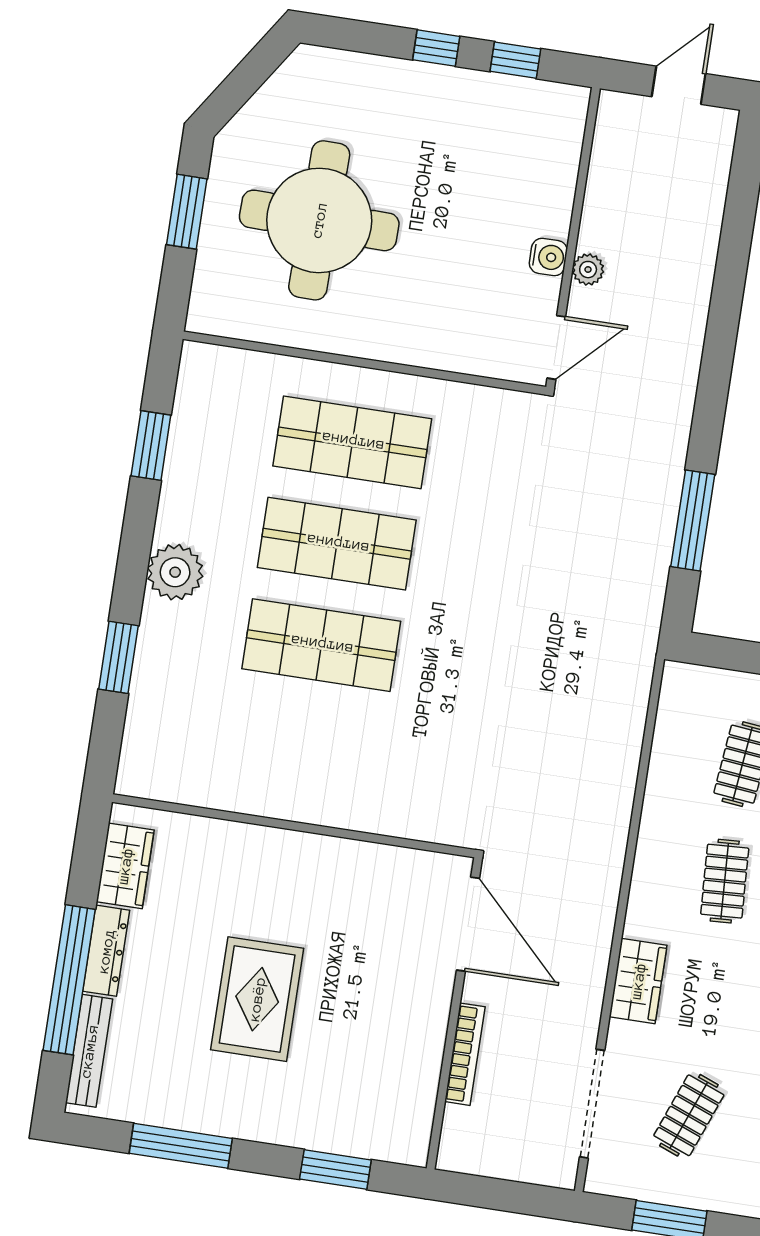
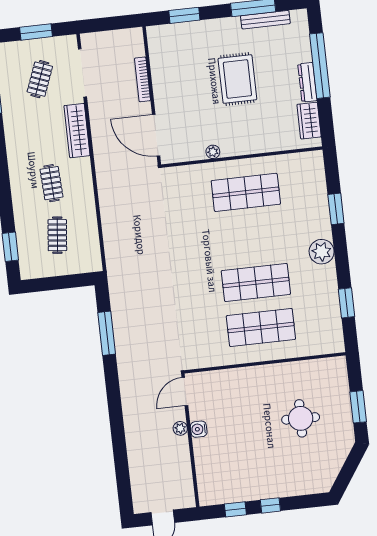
round table: (319, 220) -> (301, 418), width x0.54, depth x0.54
shop shelf: (321, 645) -> (246, 192), moved
plant: (354, 854) -> (213, 152), added
wardrobe: (638, 981) -> (77, 131), width x1.50
bench: (89, 1051) -> (265, 20), moved, turned 90

